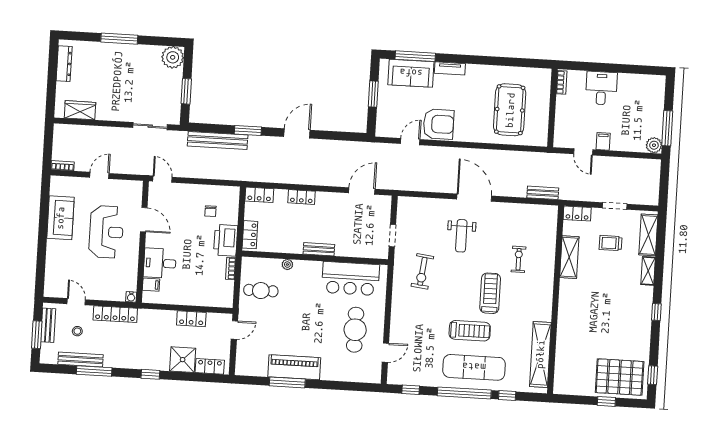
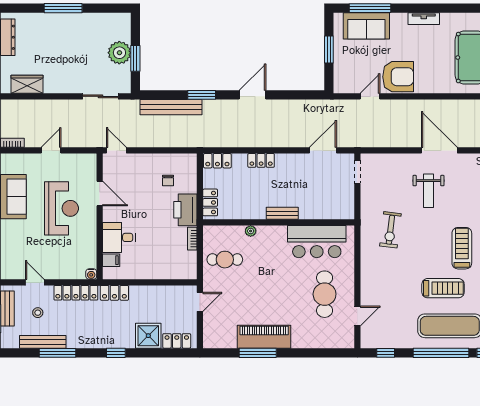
plant: (173, 57) -> (119, 53), moved
tv unit: (450, 68) -> (424, 19), moved
doorway: (392, 236) -> (357, 172), moved
locker: (191, 319) -> (114, 293), moved

